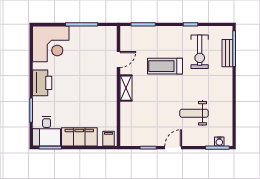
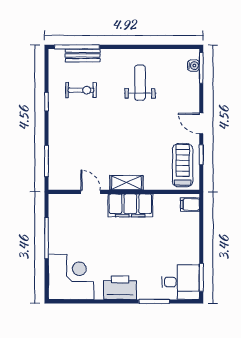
exercise bike: (200, 52) -> (81, 90), width x0.73, depth x0.72
treadmill: (165, 66) -> (183, 165), moved, turned 180
weight bench: (194, 113) -> (140, 83), moved, turned 180
filing cabinet: (79, 137) -> (130, 205), moved, turned -90

